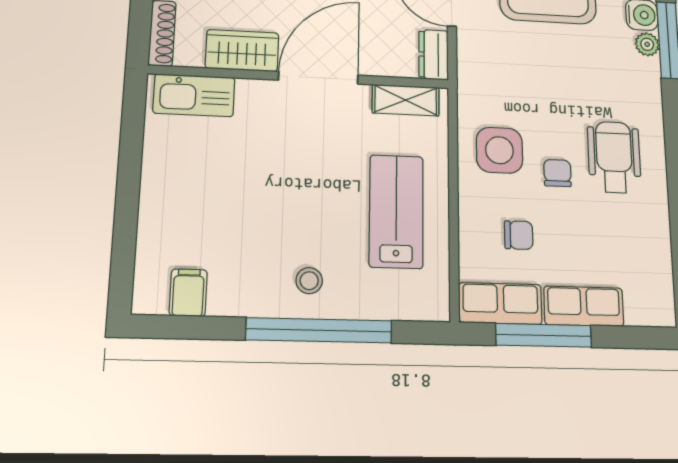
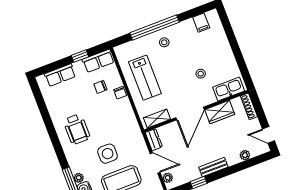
side table: (499, 150) -> (108, 154), moved
stool: (249, 162) -> (201, 74), added
chair: (557, 173) -> (120, 93), moved
row of seats: (584, 306) -> (60, 75), moved
window: (544, 335) -> (80, 56), width x0.46

